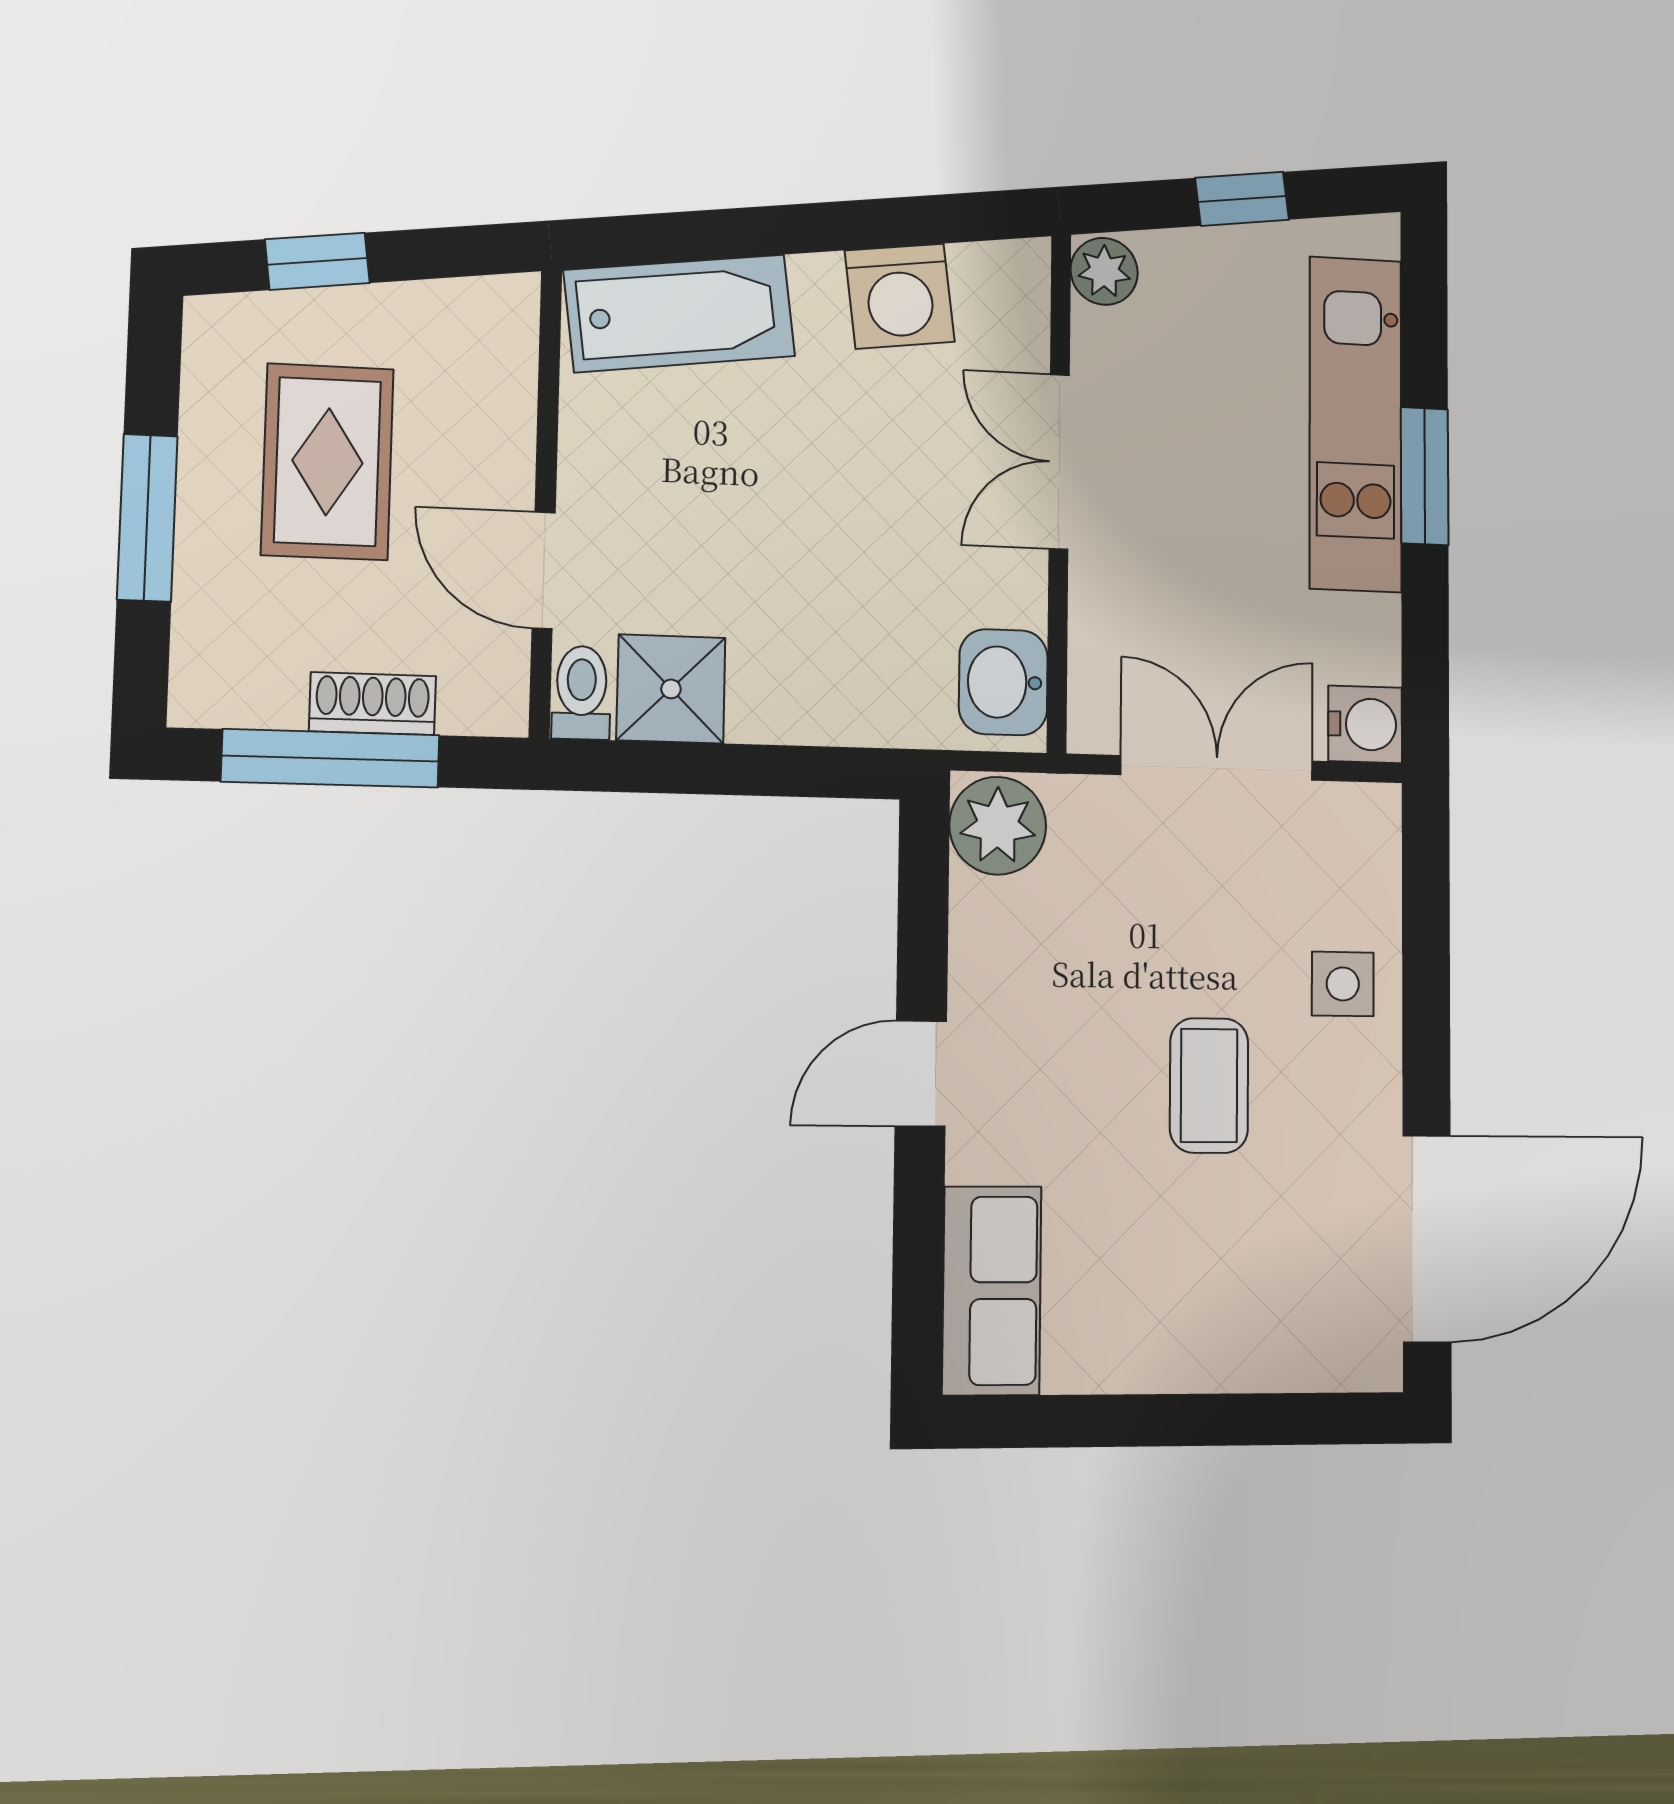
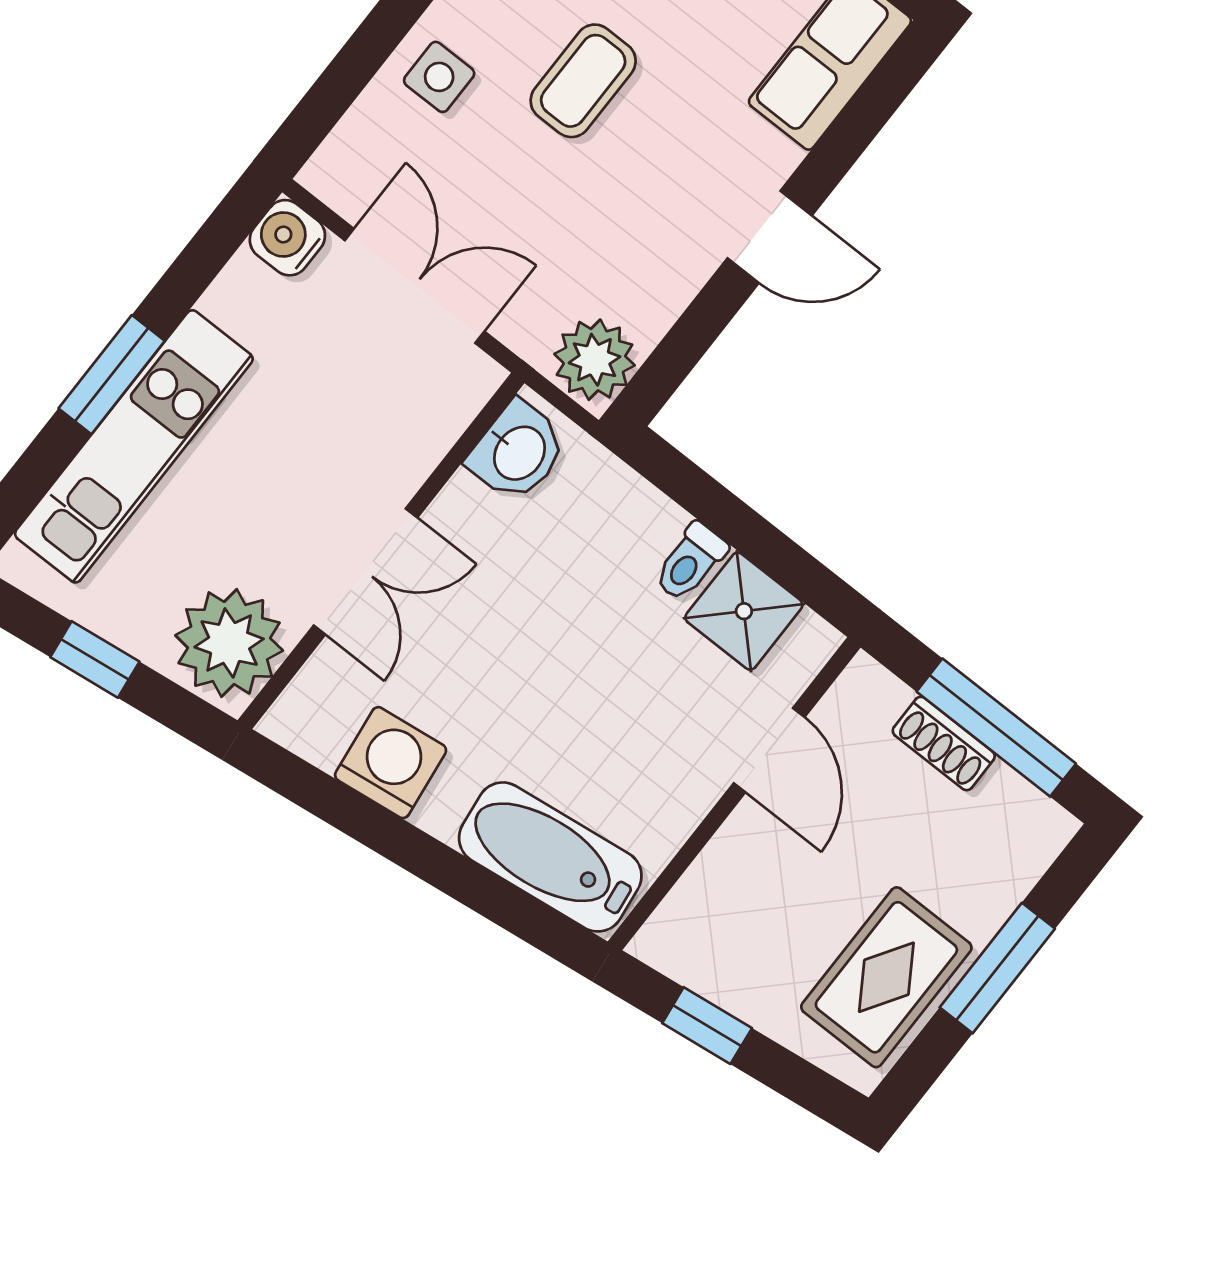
window: (317, 261) -> (707, 1026), moved
plant: (1104, 271) -> (229, 643), width x1.87, depth x1.87
rug: (327, 462) -> (886, 977), moved
toilet: (581, 693) -> (690, 562), moved
double door: (1217, 768) -> (415, 286), swing flipped

